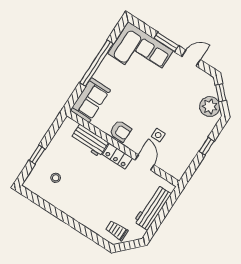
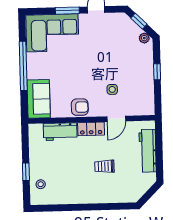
plant: (210, 107) -> (144, 38), width x0.53, depth x0.53
door: (145, 162) -> (116, 119), swing flipped
stool: (56, 178) -> (41, 184), moved
trolley: (117, 231) -> (104, 166), moved

